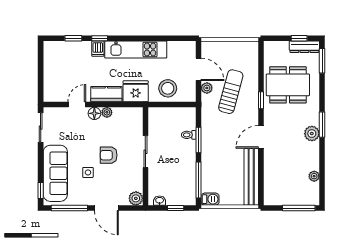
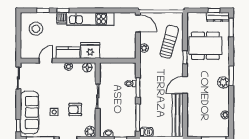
door: (199, 69) -> (138, 23), moved
stool: (168, 88) -> (36, 29), moved
sun lounger: (231, 92) -> (169, 42), moved
floor lamp: (94, 113) -> (87, 67), moved
armchair: (109, 155) -> (75, 109), moved

